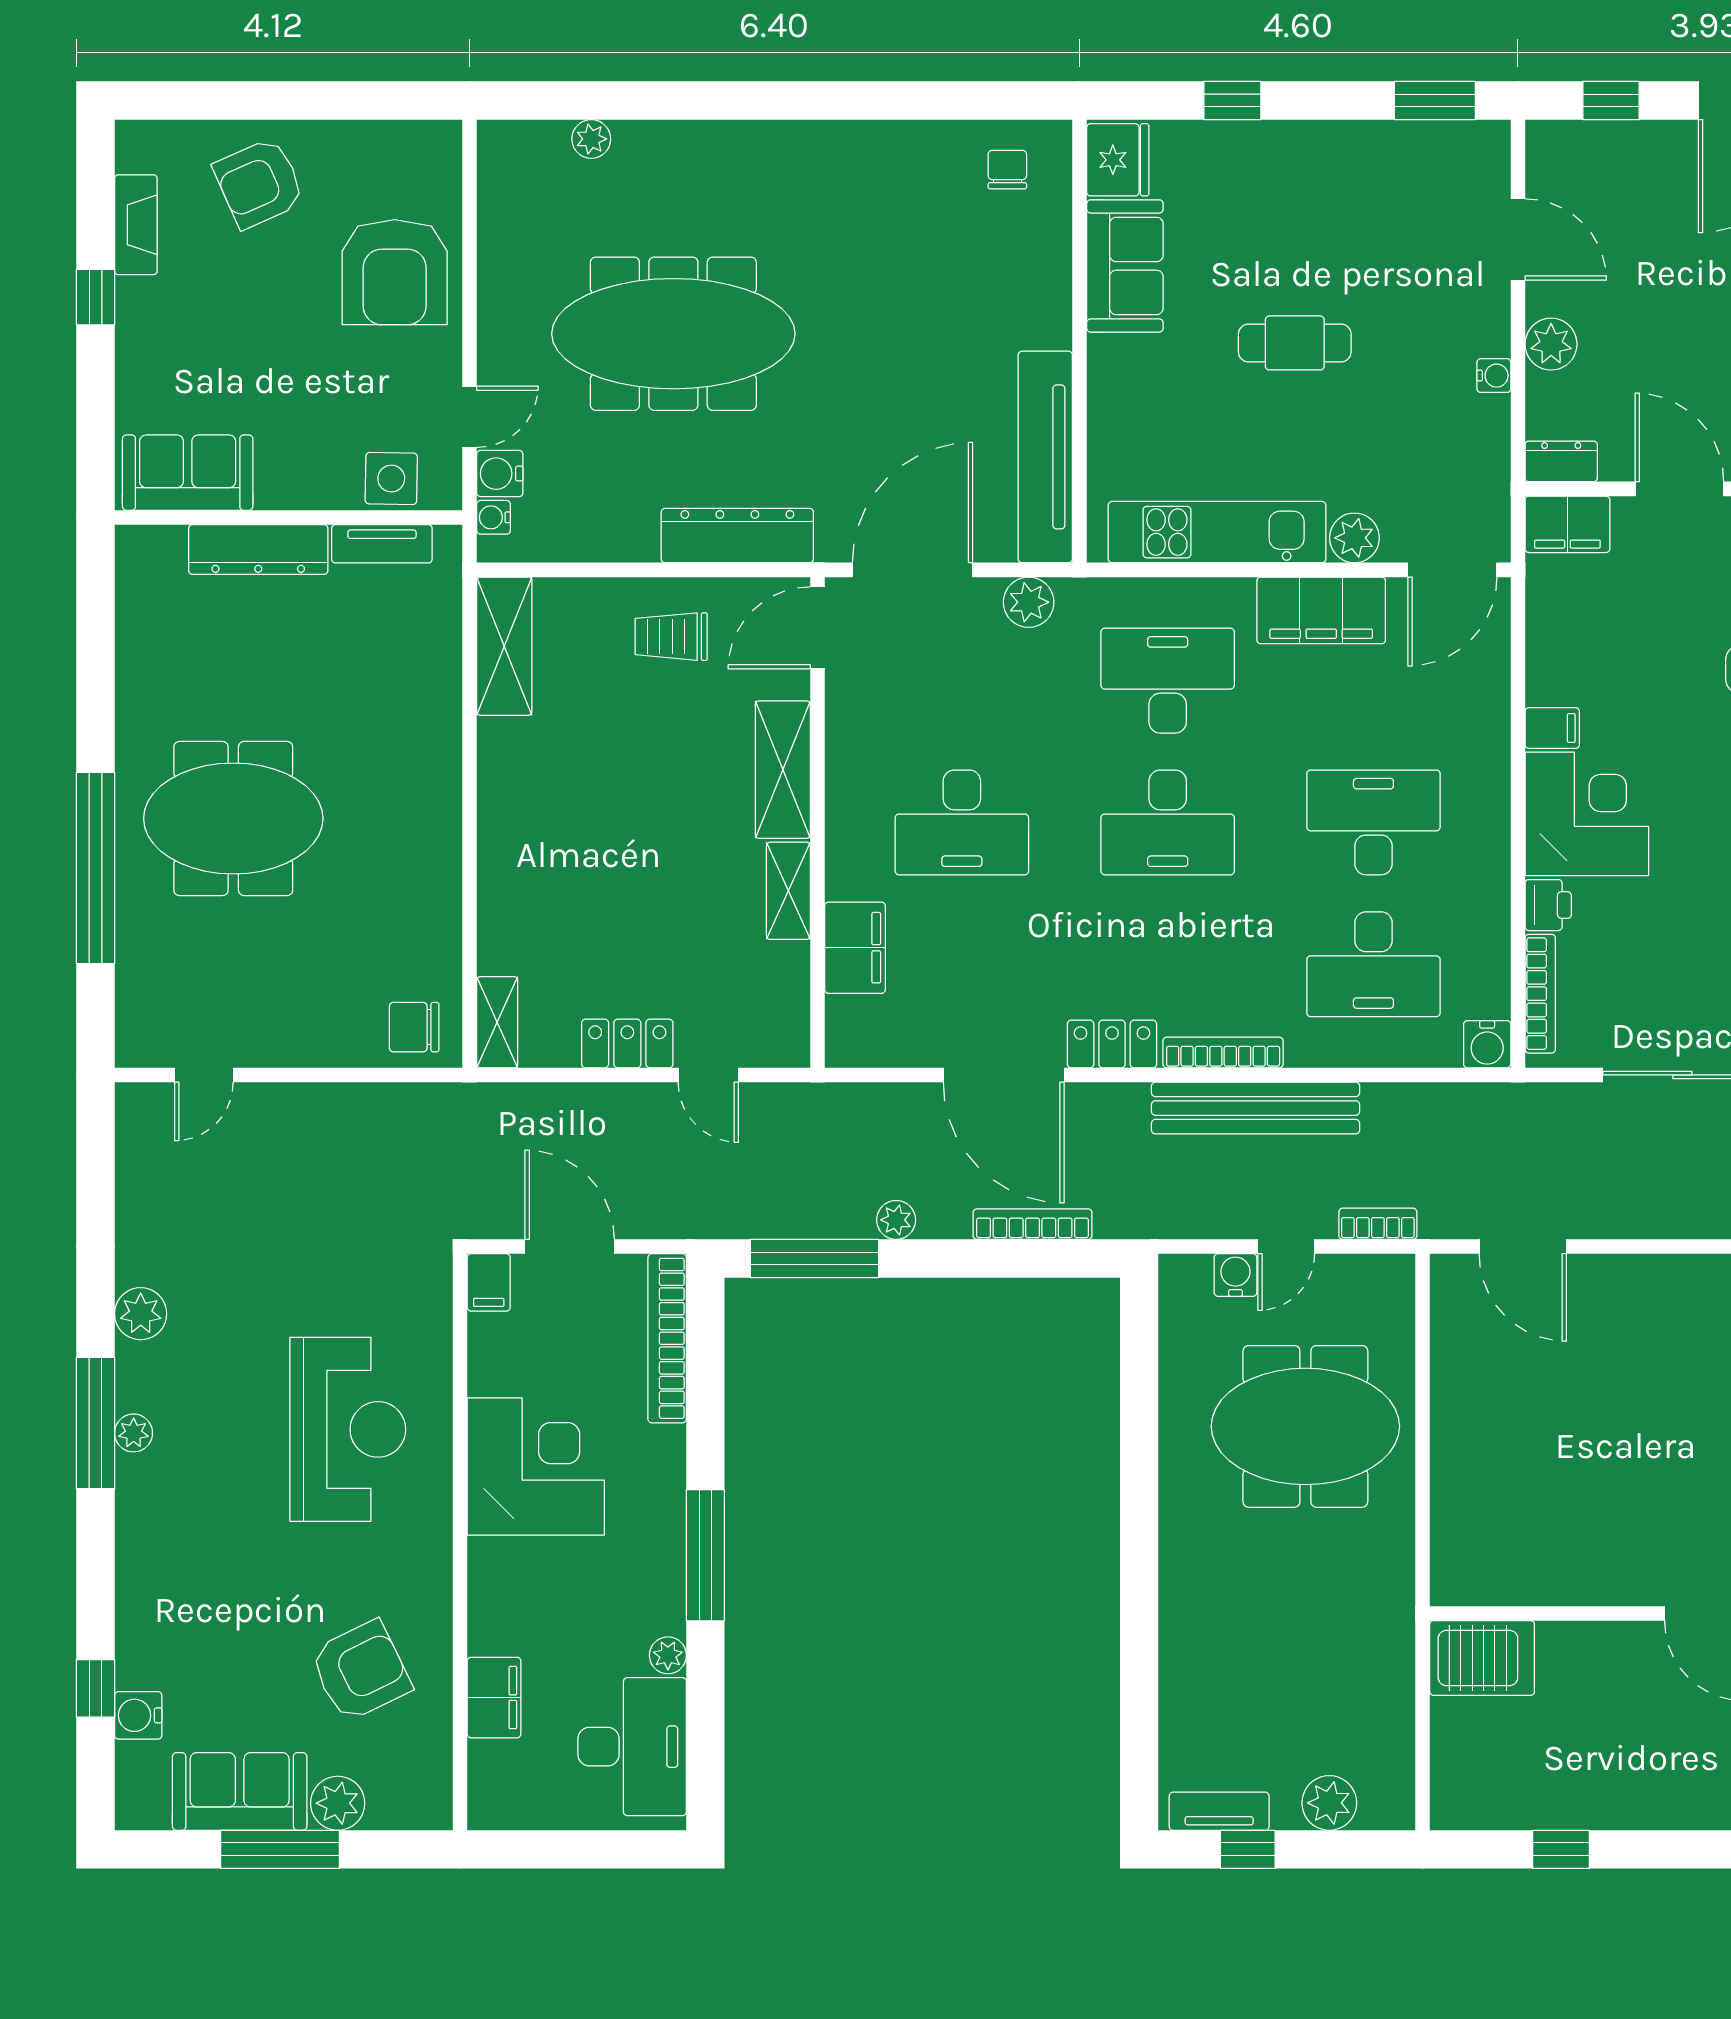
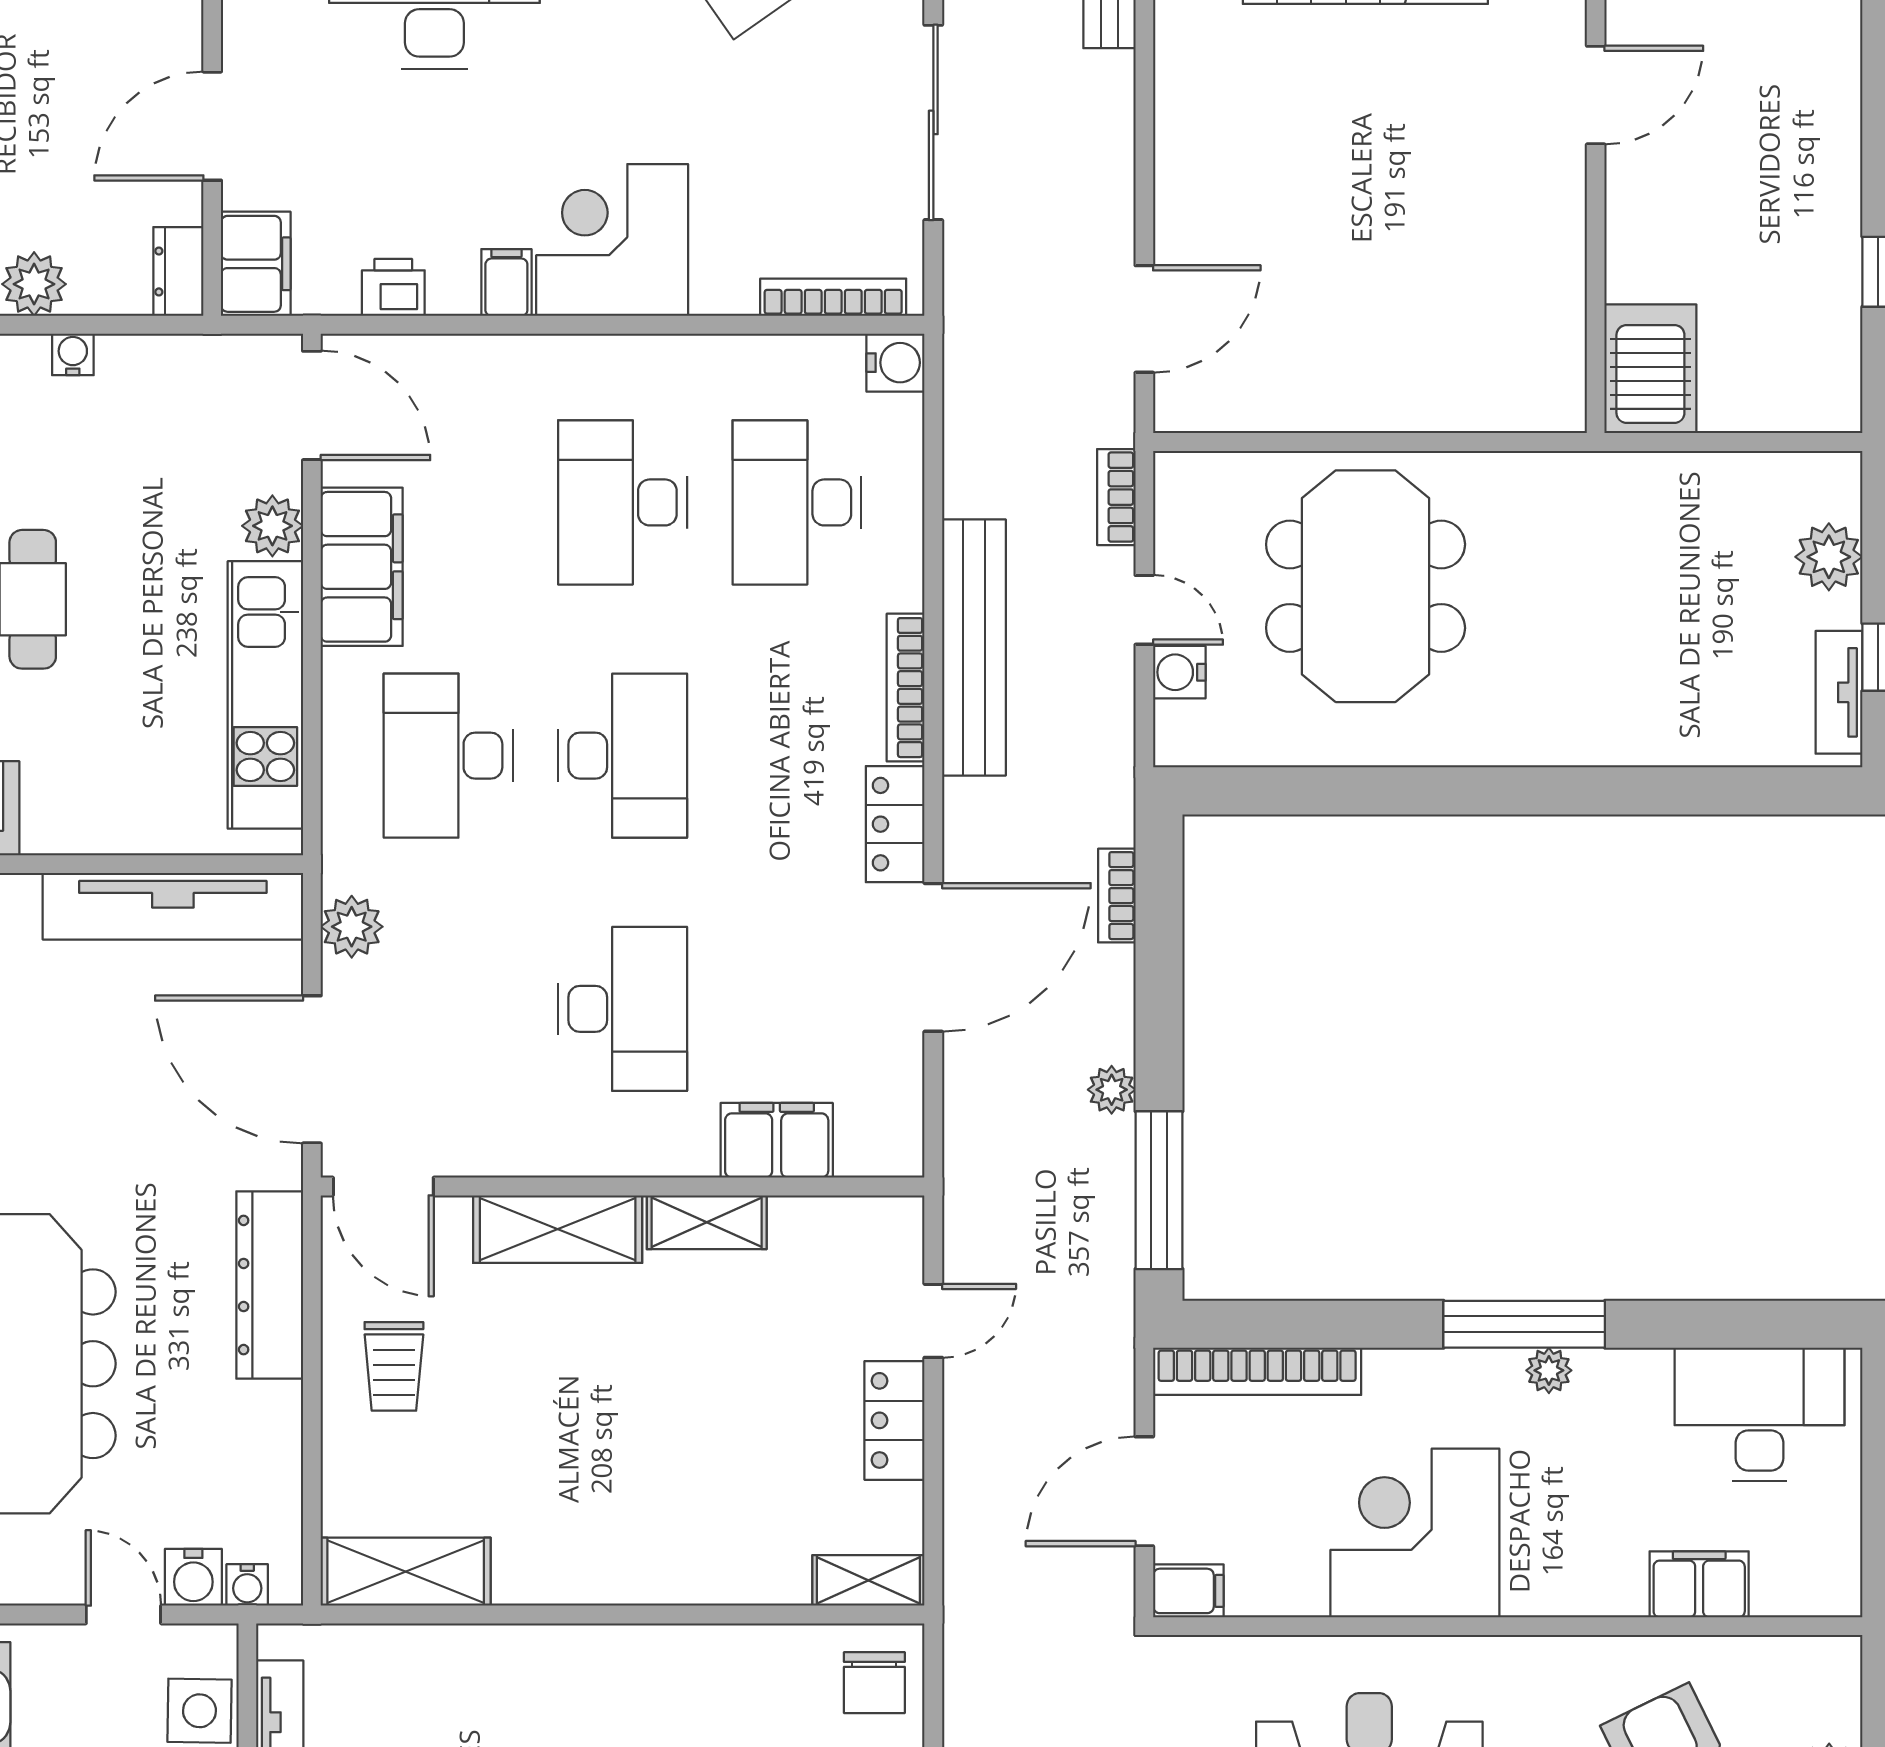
printer: (1548, 905) -> (393, 287), moved
desk: (1373, 964) -> (797, 502), turned 180
bookcase: (1033, 1224) -> (1117, 896), width x0.64
plant: (668, 1655) -> (1549, 1370), moved

